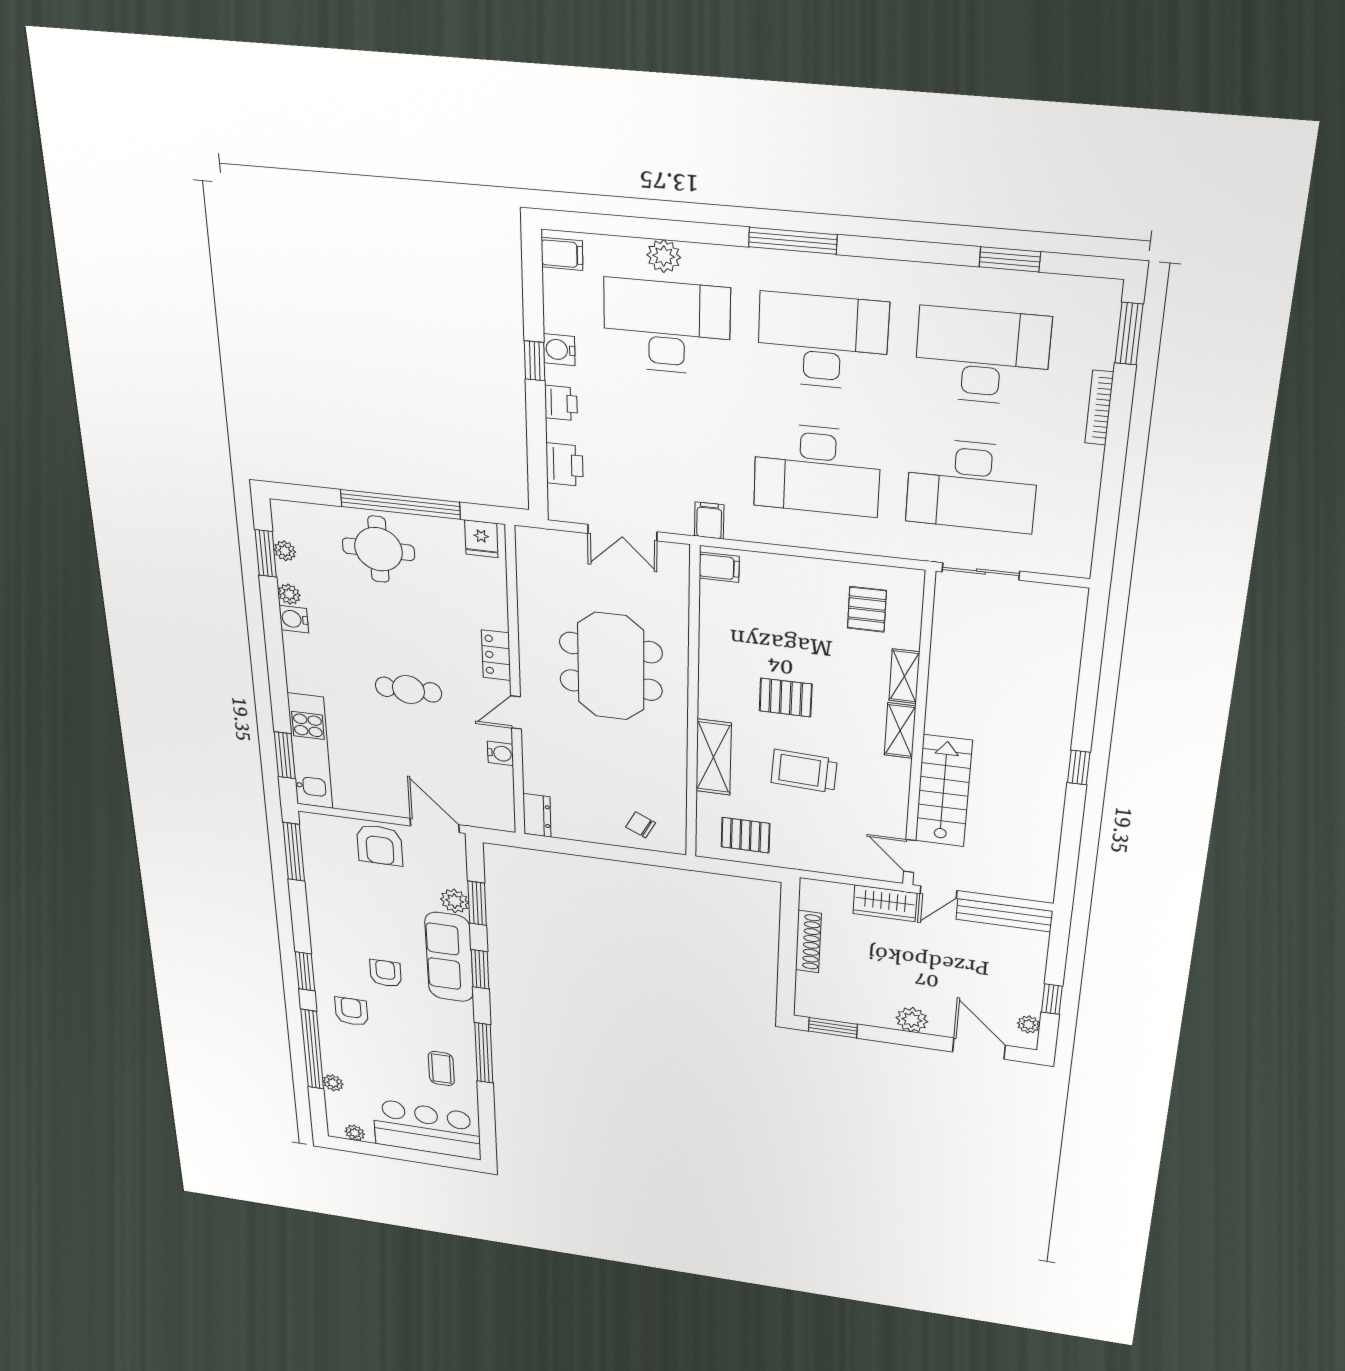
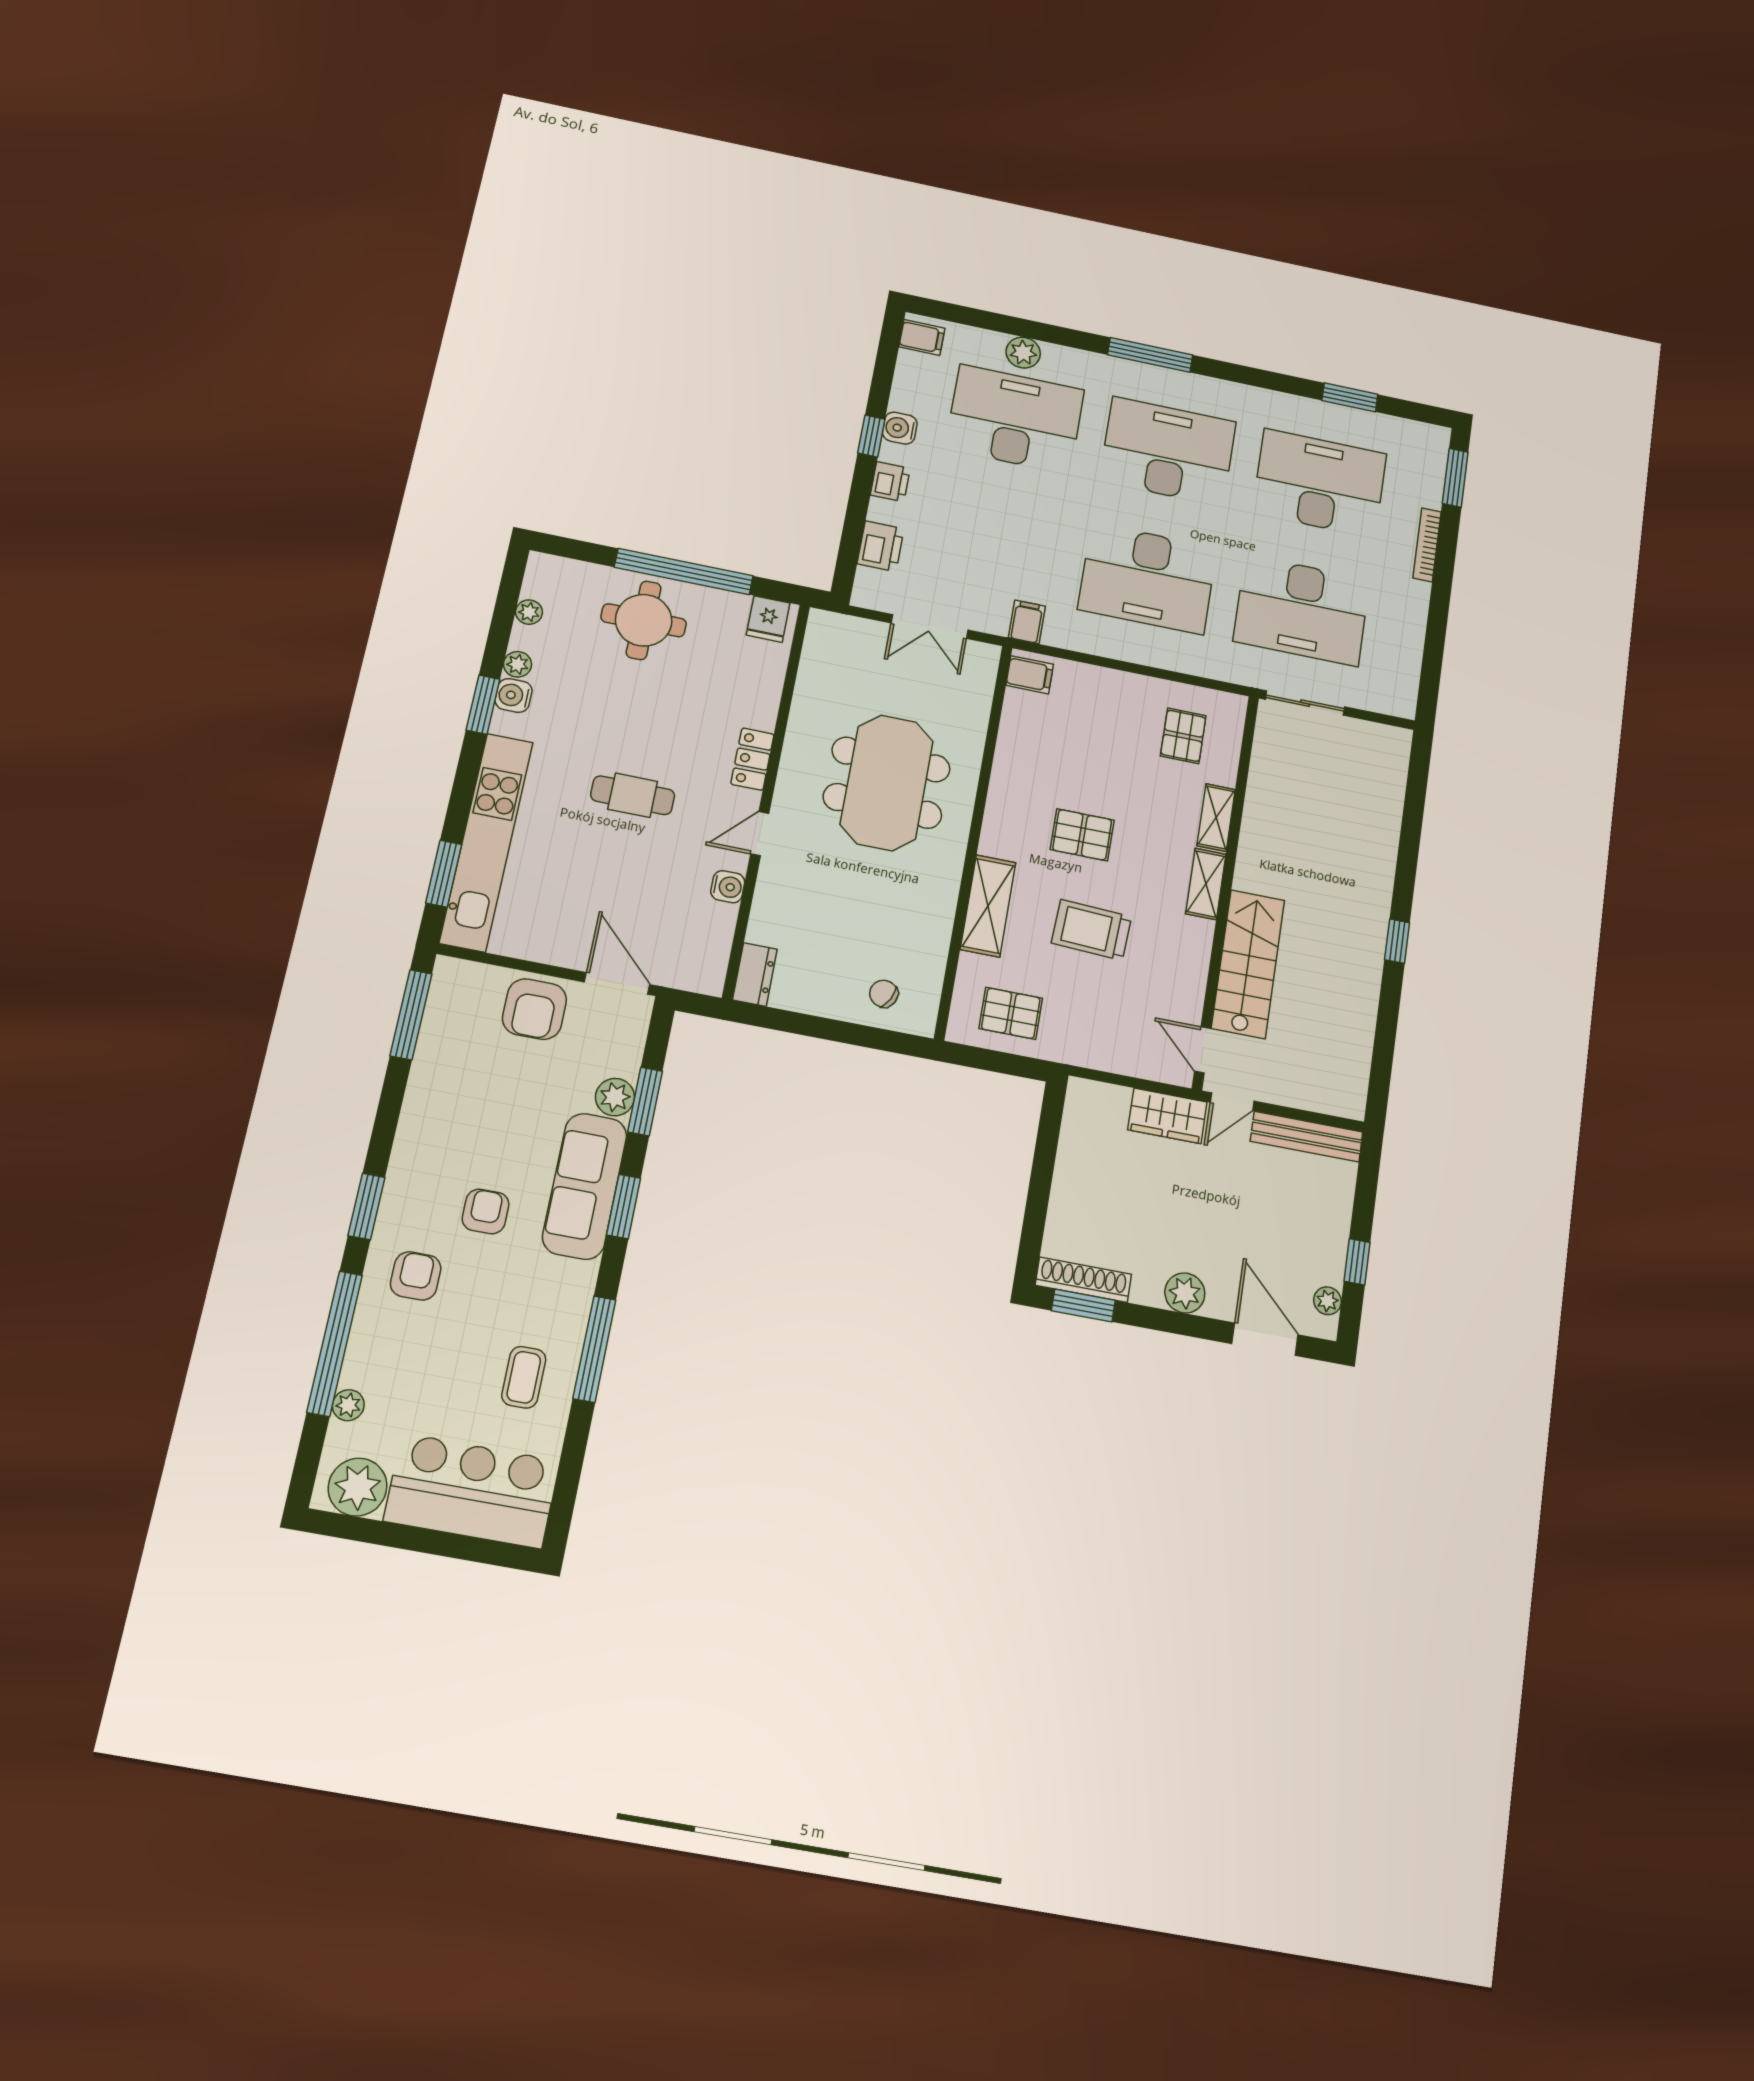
window: (266, 553) -> (483, 705), moved
kitchen unit: (310, 751) -> (486, 842), width x1.36
shoe rack: (808, 942) -> (1083, 1280), moved, turned -90
plant: (355, 1133) -> (358, 1487), width x1.88, depth x1.88

